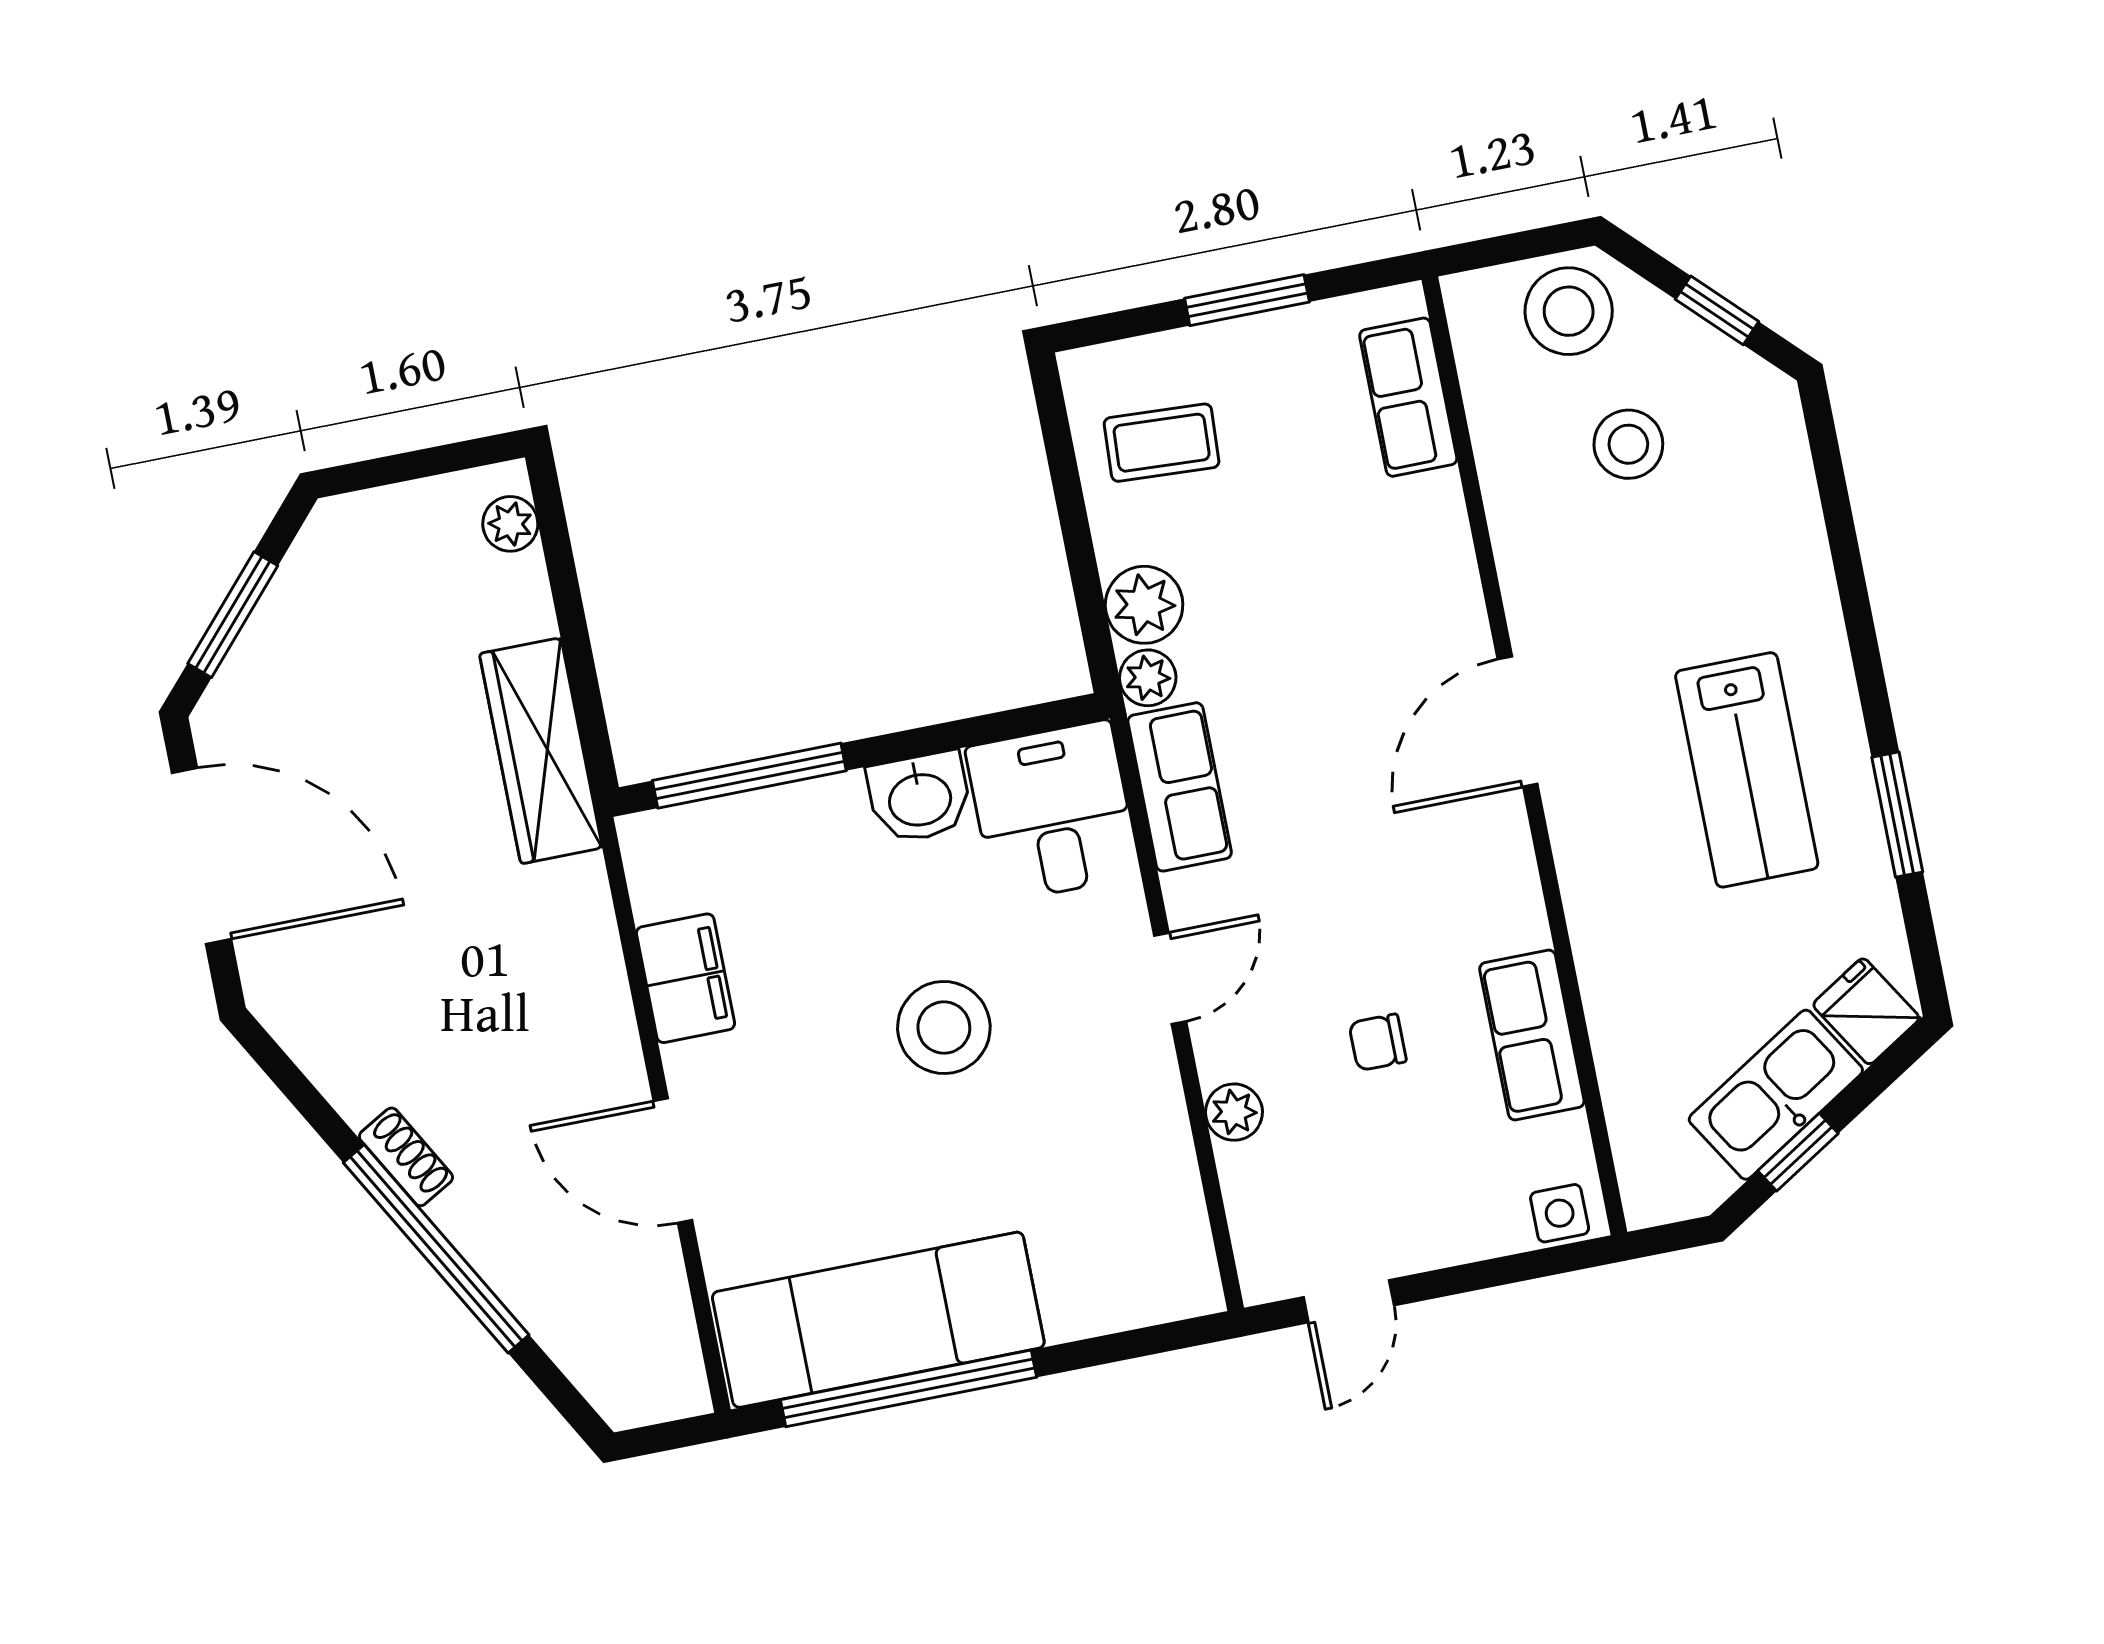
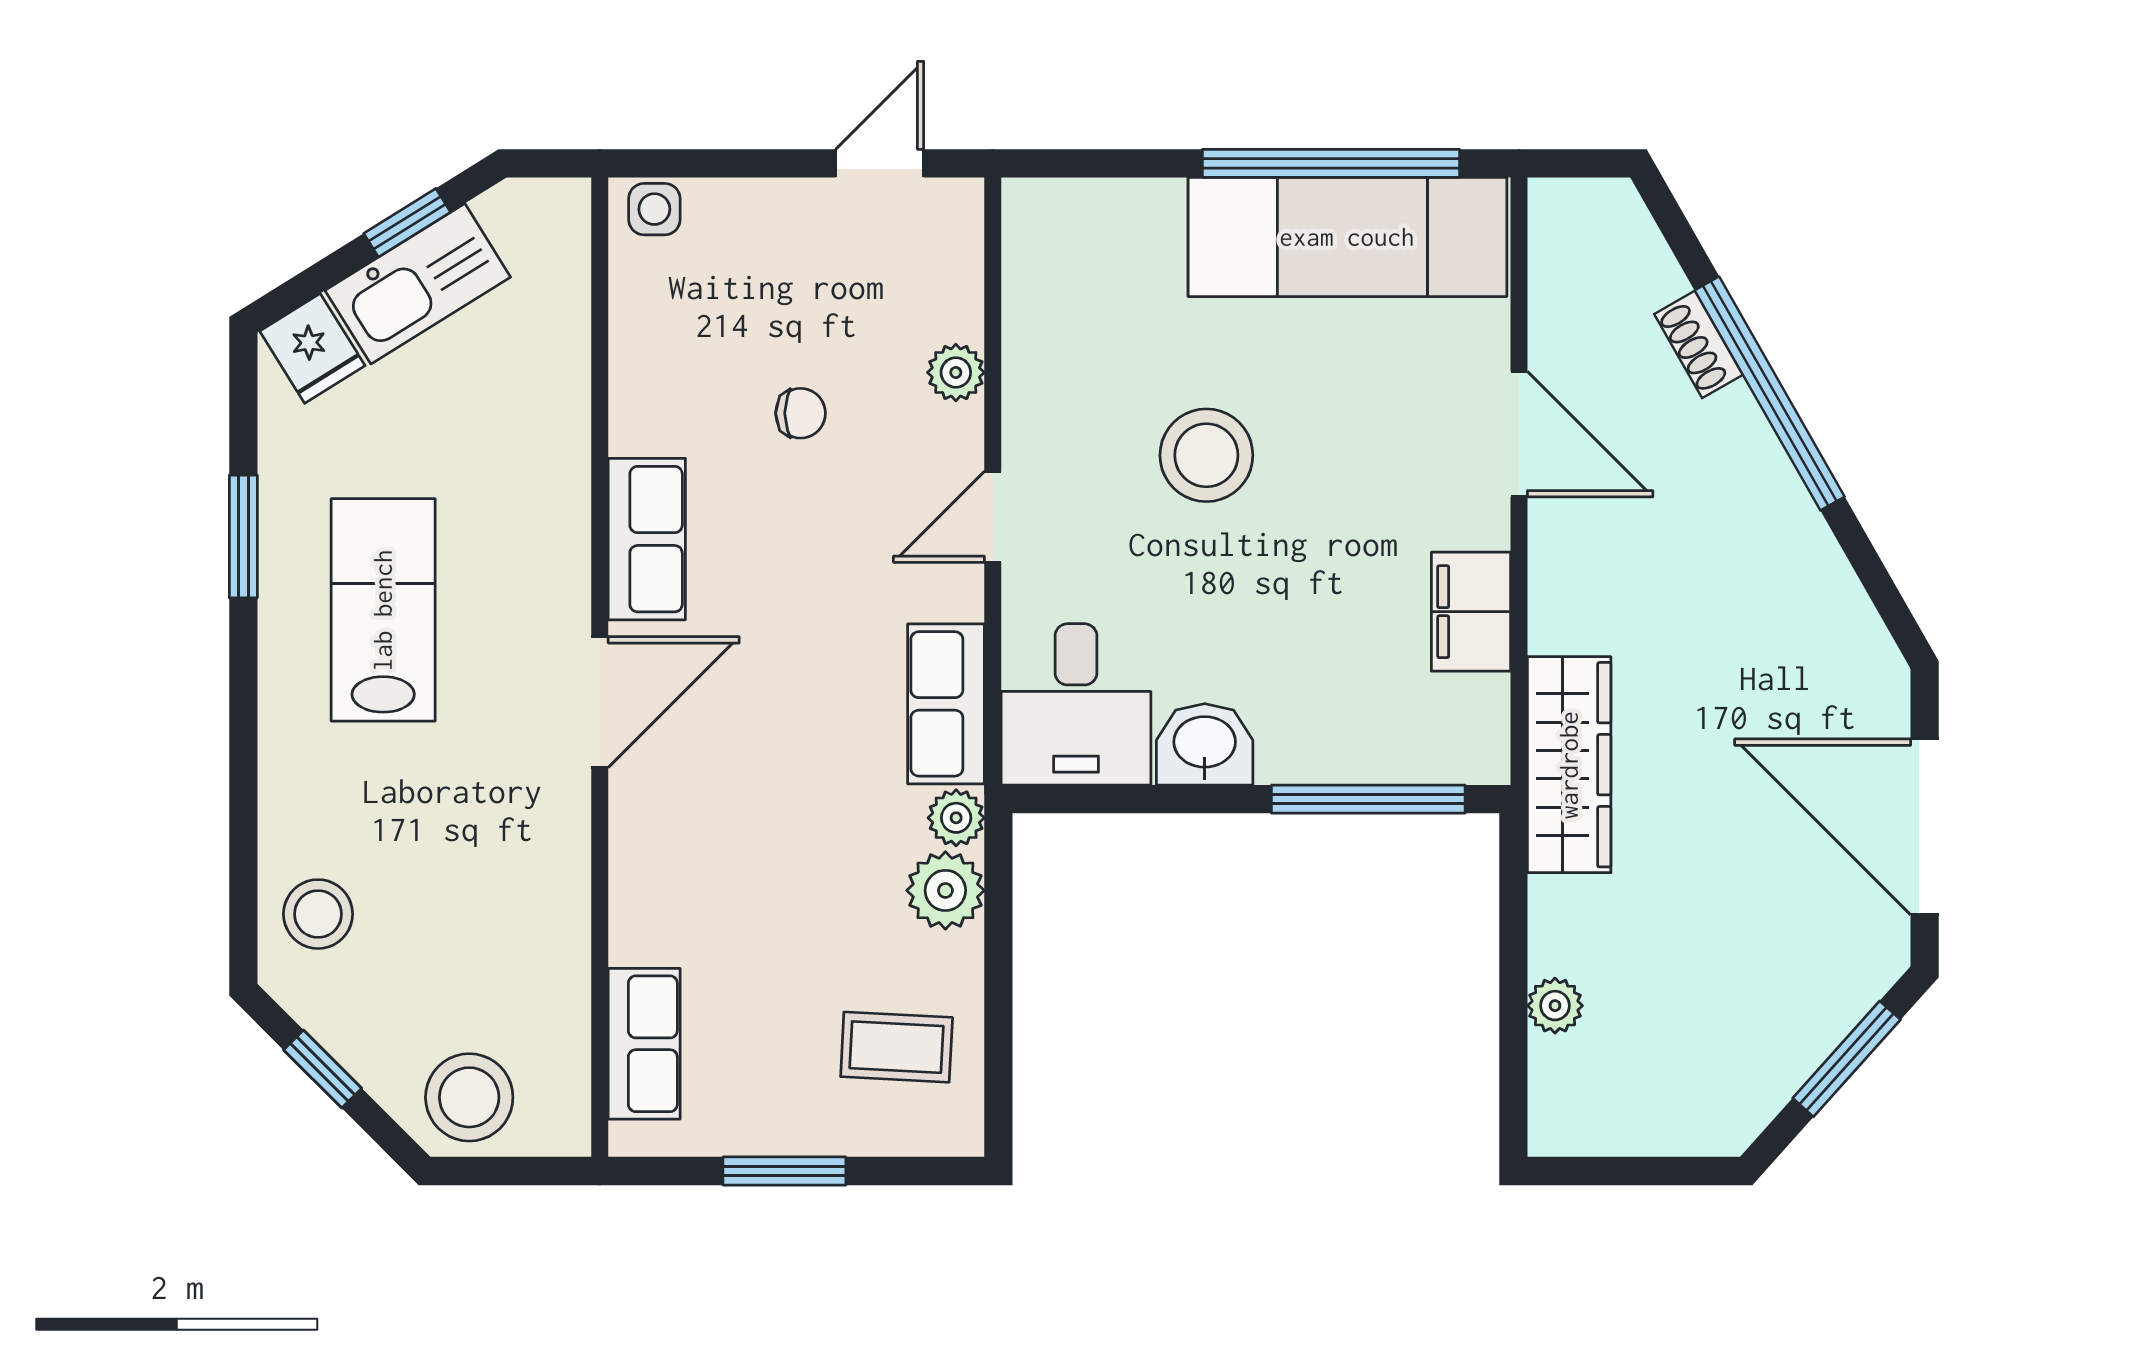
stool: (1628, 444) -> (318, 914), moved
plant: (510, 524) -> (1555, 1006), moved
wardrobe: (541, 751) -> (1569, 765), moved
stool: (944, 1028) -> (1206, 455), moved
row of seats: (1532, 1035) -> (647, 539), moved
shoe rack: (406, 1157) -> (1698, 344), moved

